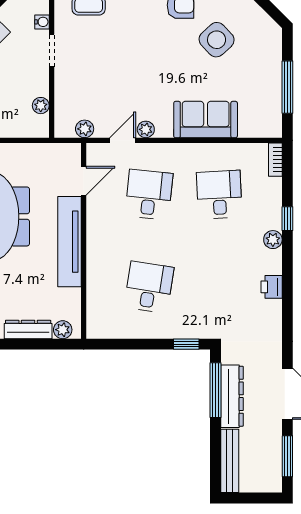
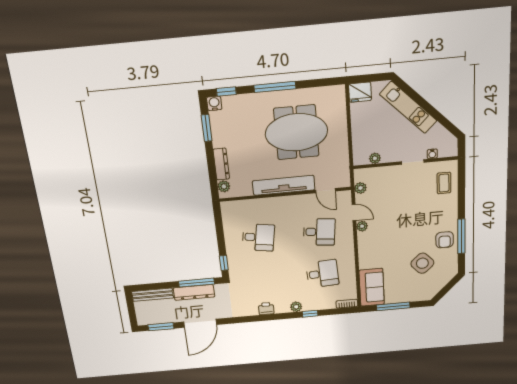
sofa: (206, 120) -> (372, 287), moved

